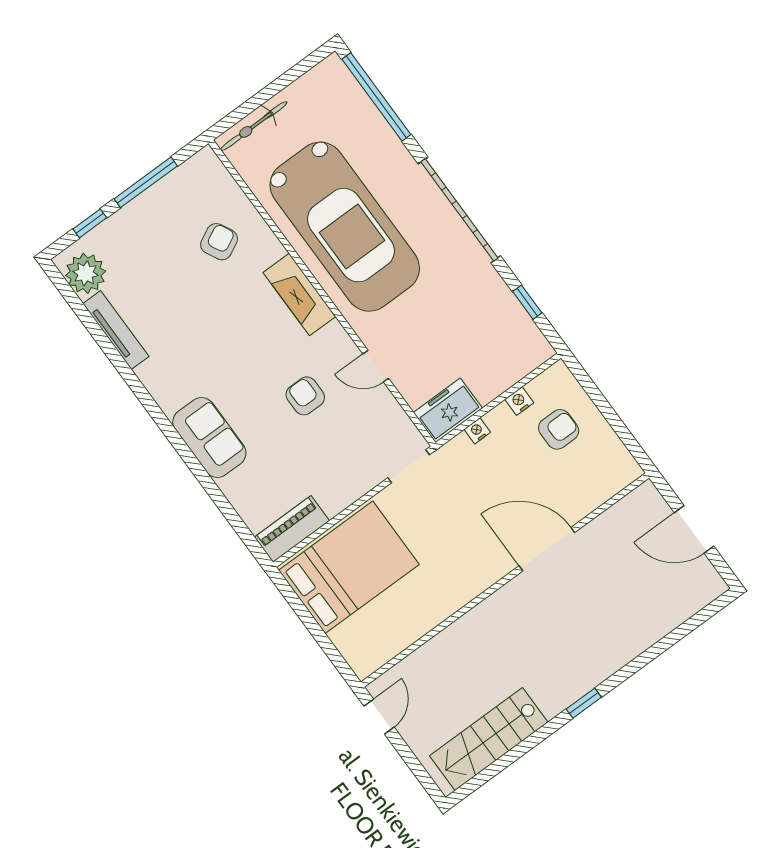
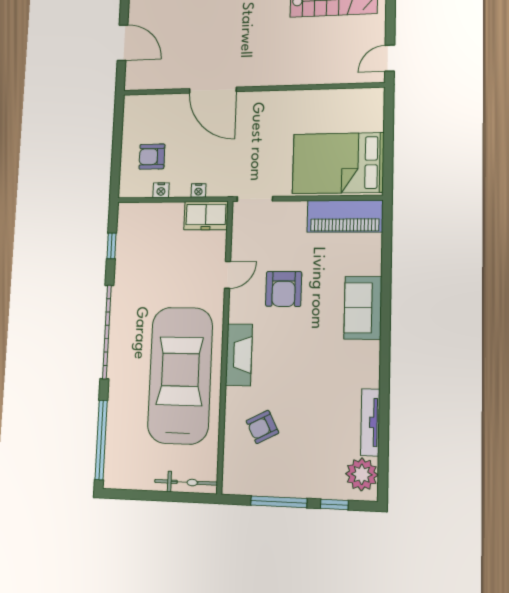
door: (376, 366) -> (227, 275), hinge flipped
armchair: (305, 396) -> (284, 289), width x1.38, depth x1.38
piano: (292, 529) -> (345, 216), width x1.37, depth x1.33

